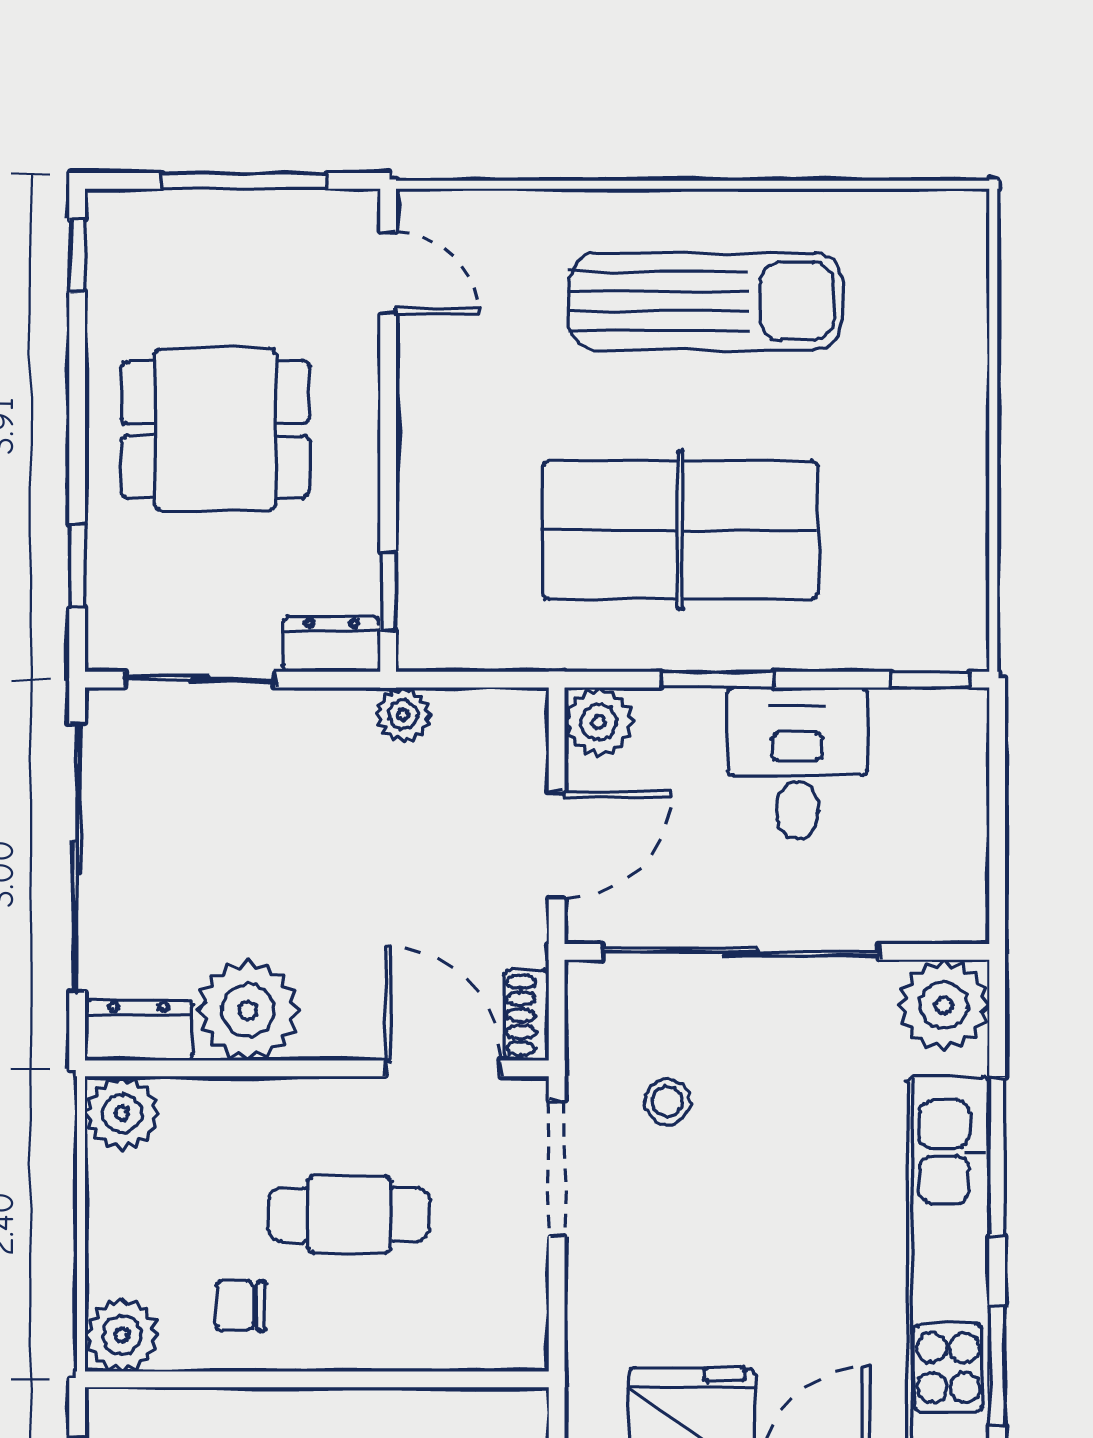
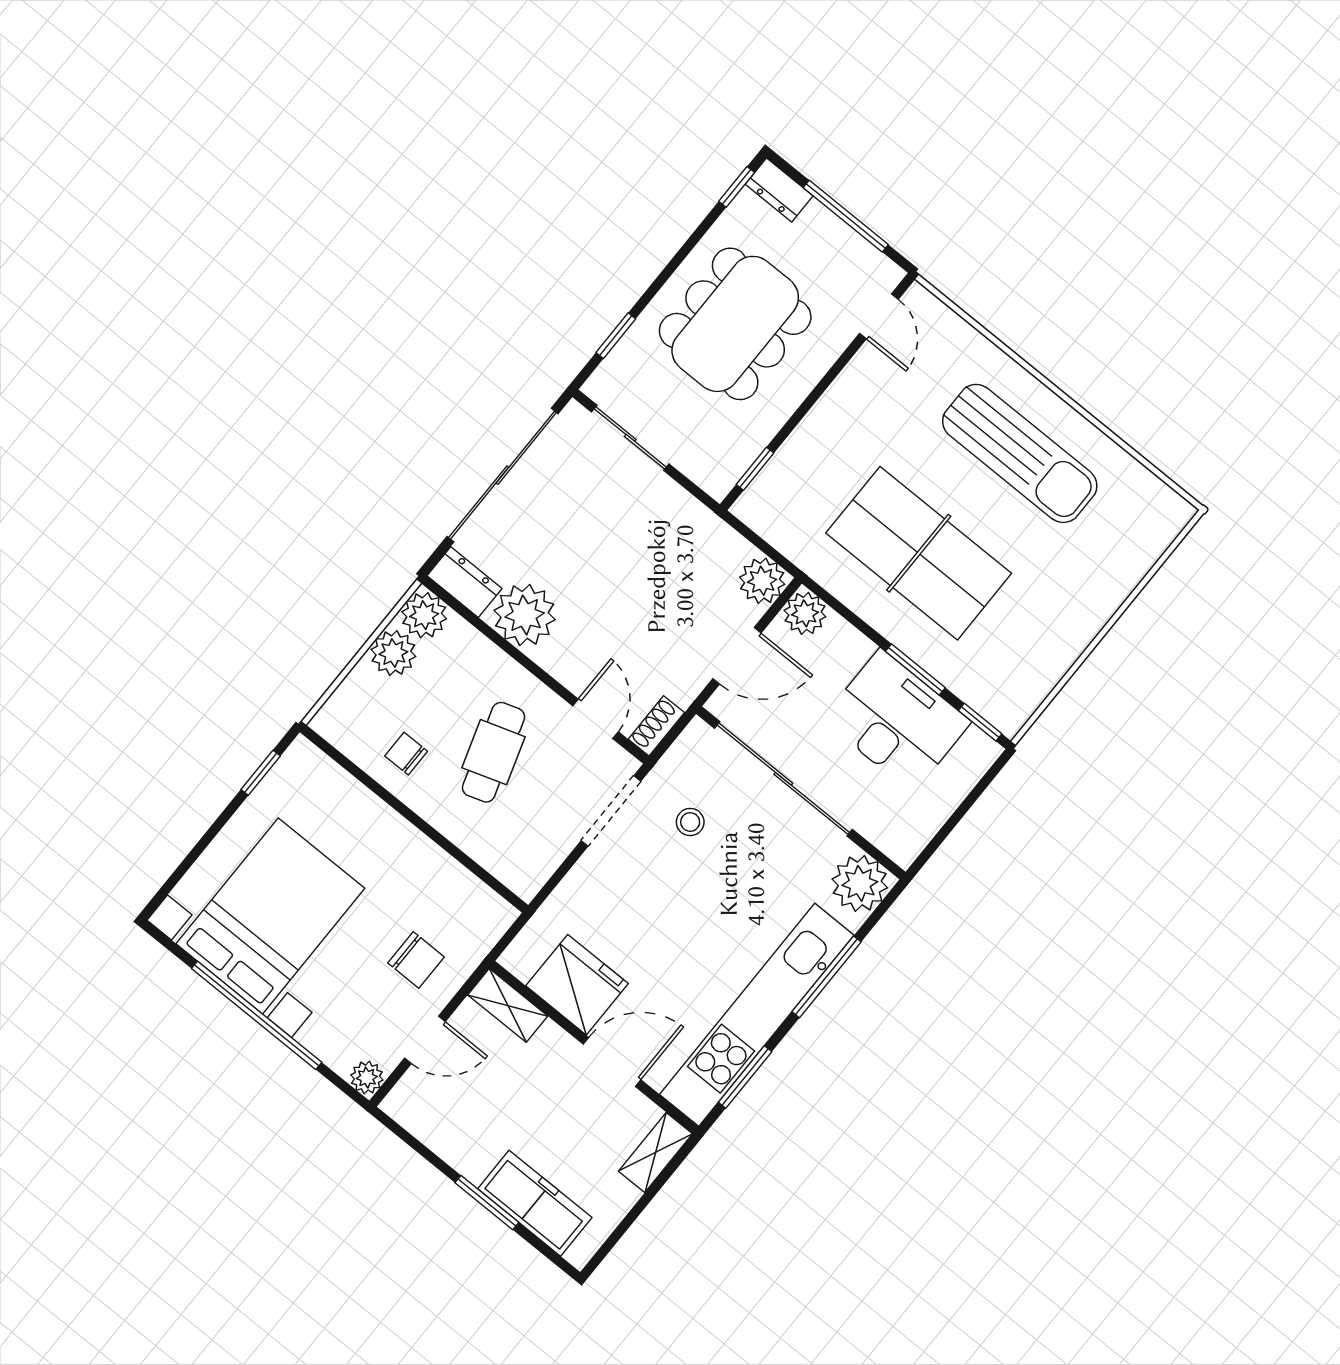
dining table: (215, 429) -> (735, 324), width x1.37
dresser: (332, 645) -> (779, 190), moved, turned 180
window: (718, 680) -> (915, 670), moved
plant: (403, 715) -> (762, 581), moved, width x1.38, depth x1.38
desk: (797, 763) -> (897, 721), width x1.37
door: (443, 1068) -> (595, 719), width x0.73
cafe table: (349, 1215) -> (494, 752), turned 72
plant: (122, 1335) -> (393, 653), moved

